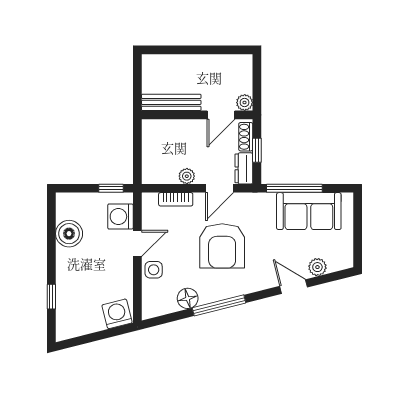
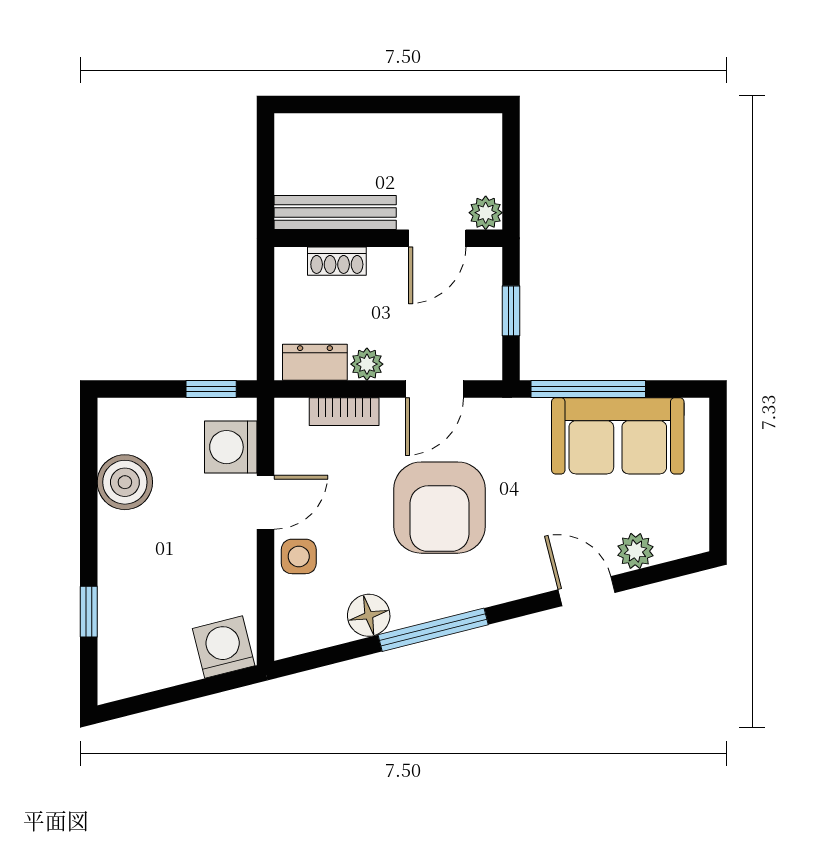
shoe rack: (246, 137) -> (337, 261), moved, turned -90
dresser: (244, 168) -> (315, 362), moved, turned 90

